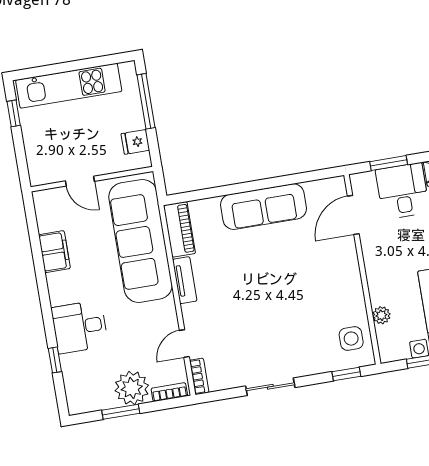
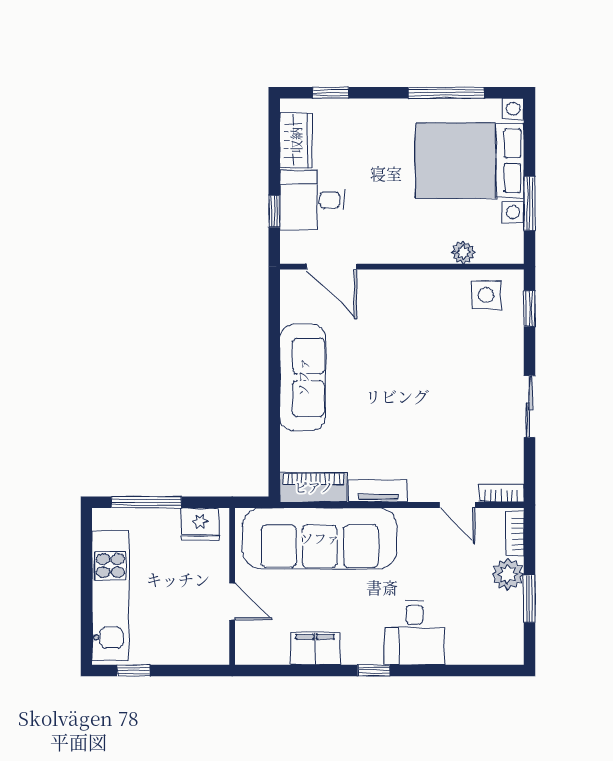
fridge: (135, 142) -> (200, 524), width x1.38
window: (389, 163) -> (274, 211), width x0.67
door: (80, 181) -> (232, 602), hinge flipped
window: (55, 360) -> (374, 670), moved
plant: (132, 388) -> (508, 574), width x0.73, depth x0.73

